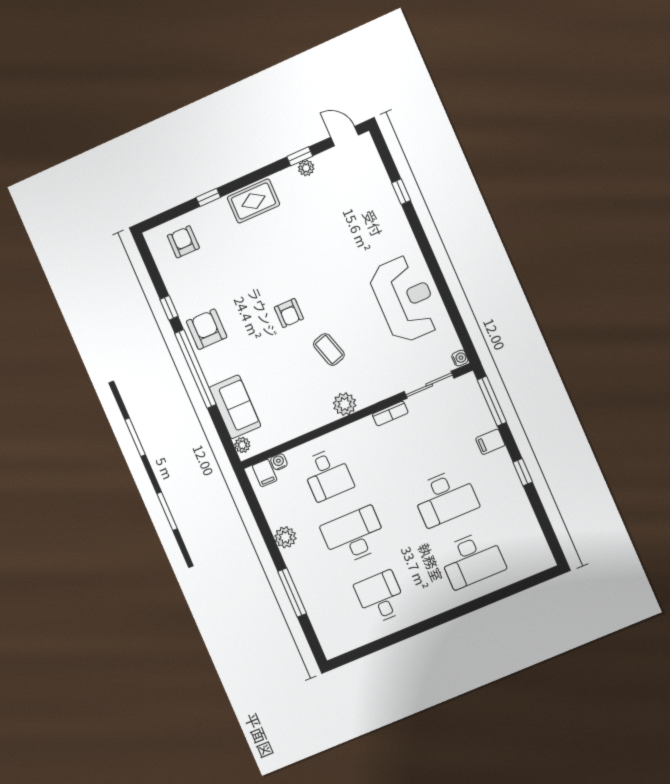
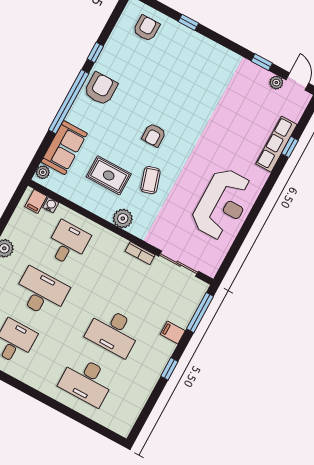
plant: (306, 168) -> (276, 83), moved
rug: (253, 201) -> (109, 175), moved
row of seats: (389, 203) -> (276, 144), added
water cooler: (460, 358) -> (212, 270), removed
desk: (327, 474) -> (68, 243), turned 180

